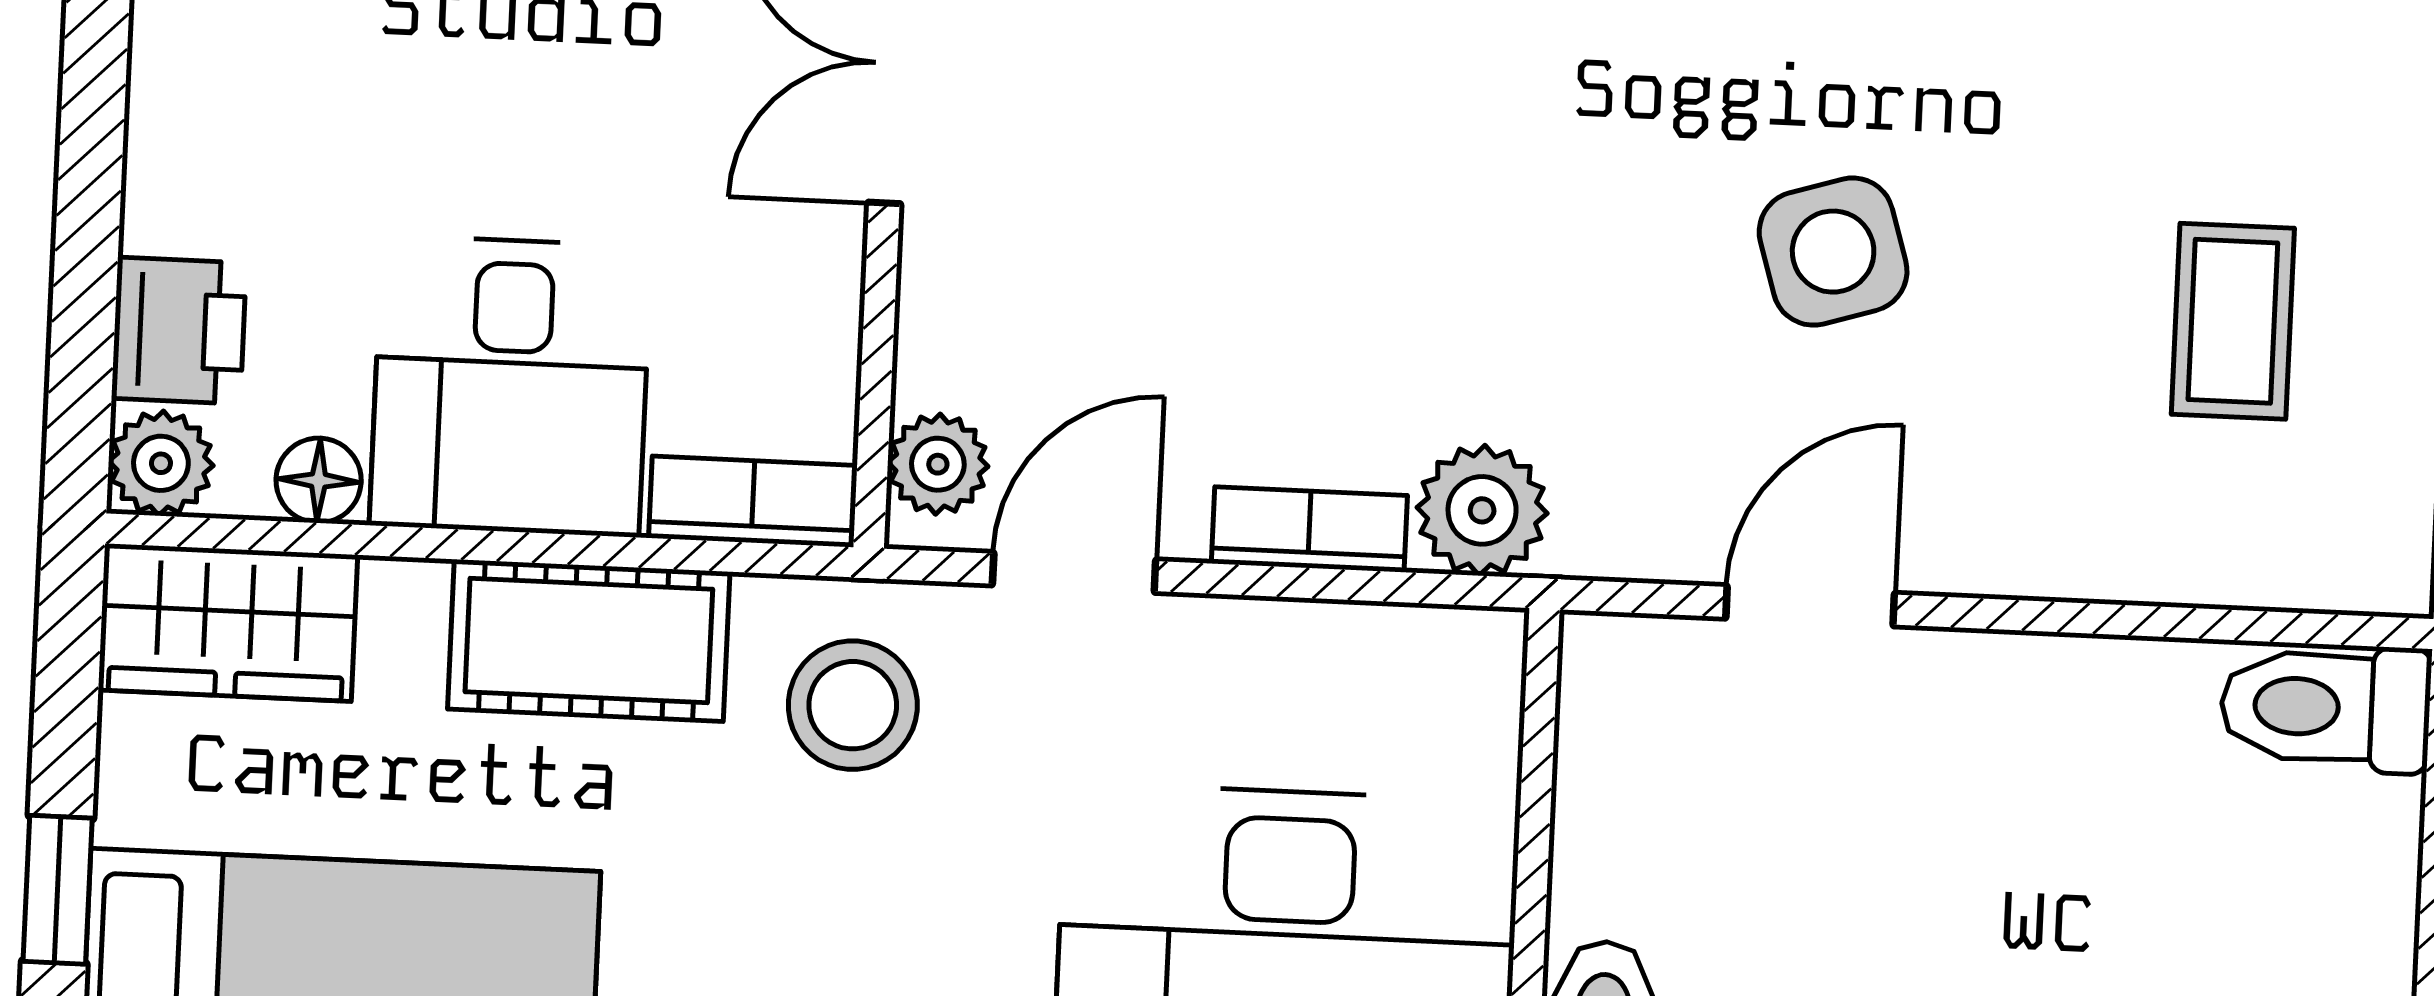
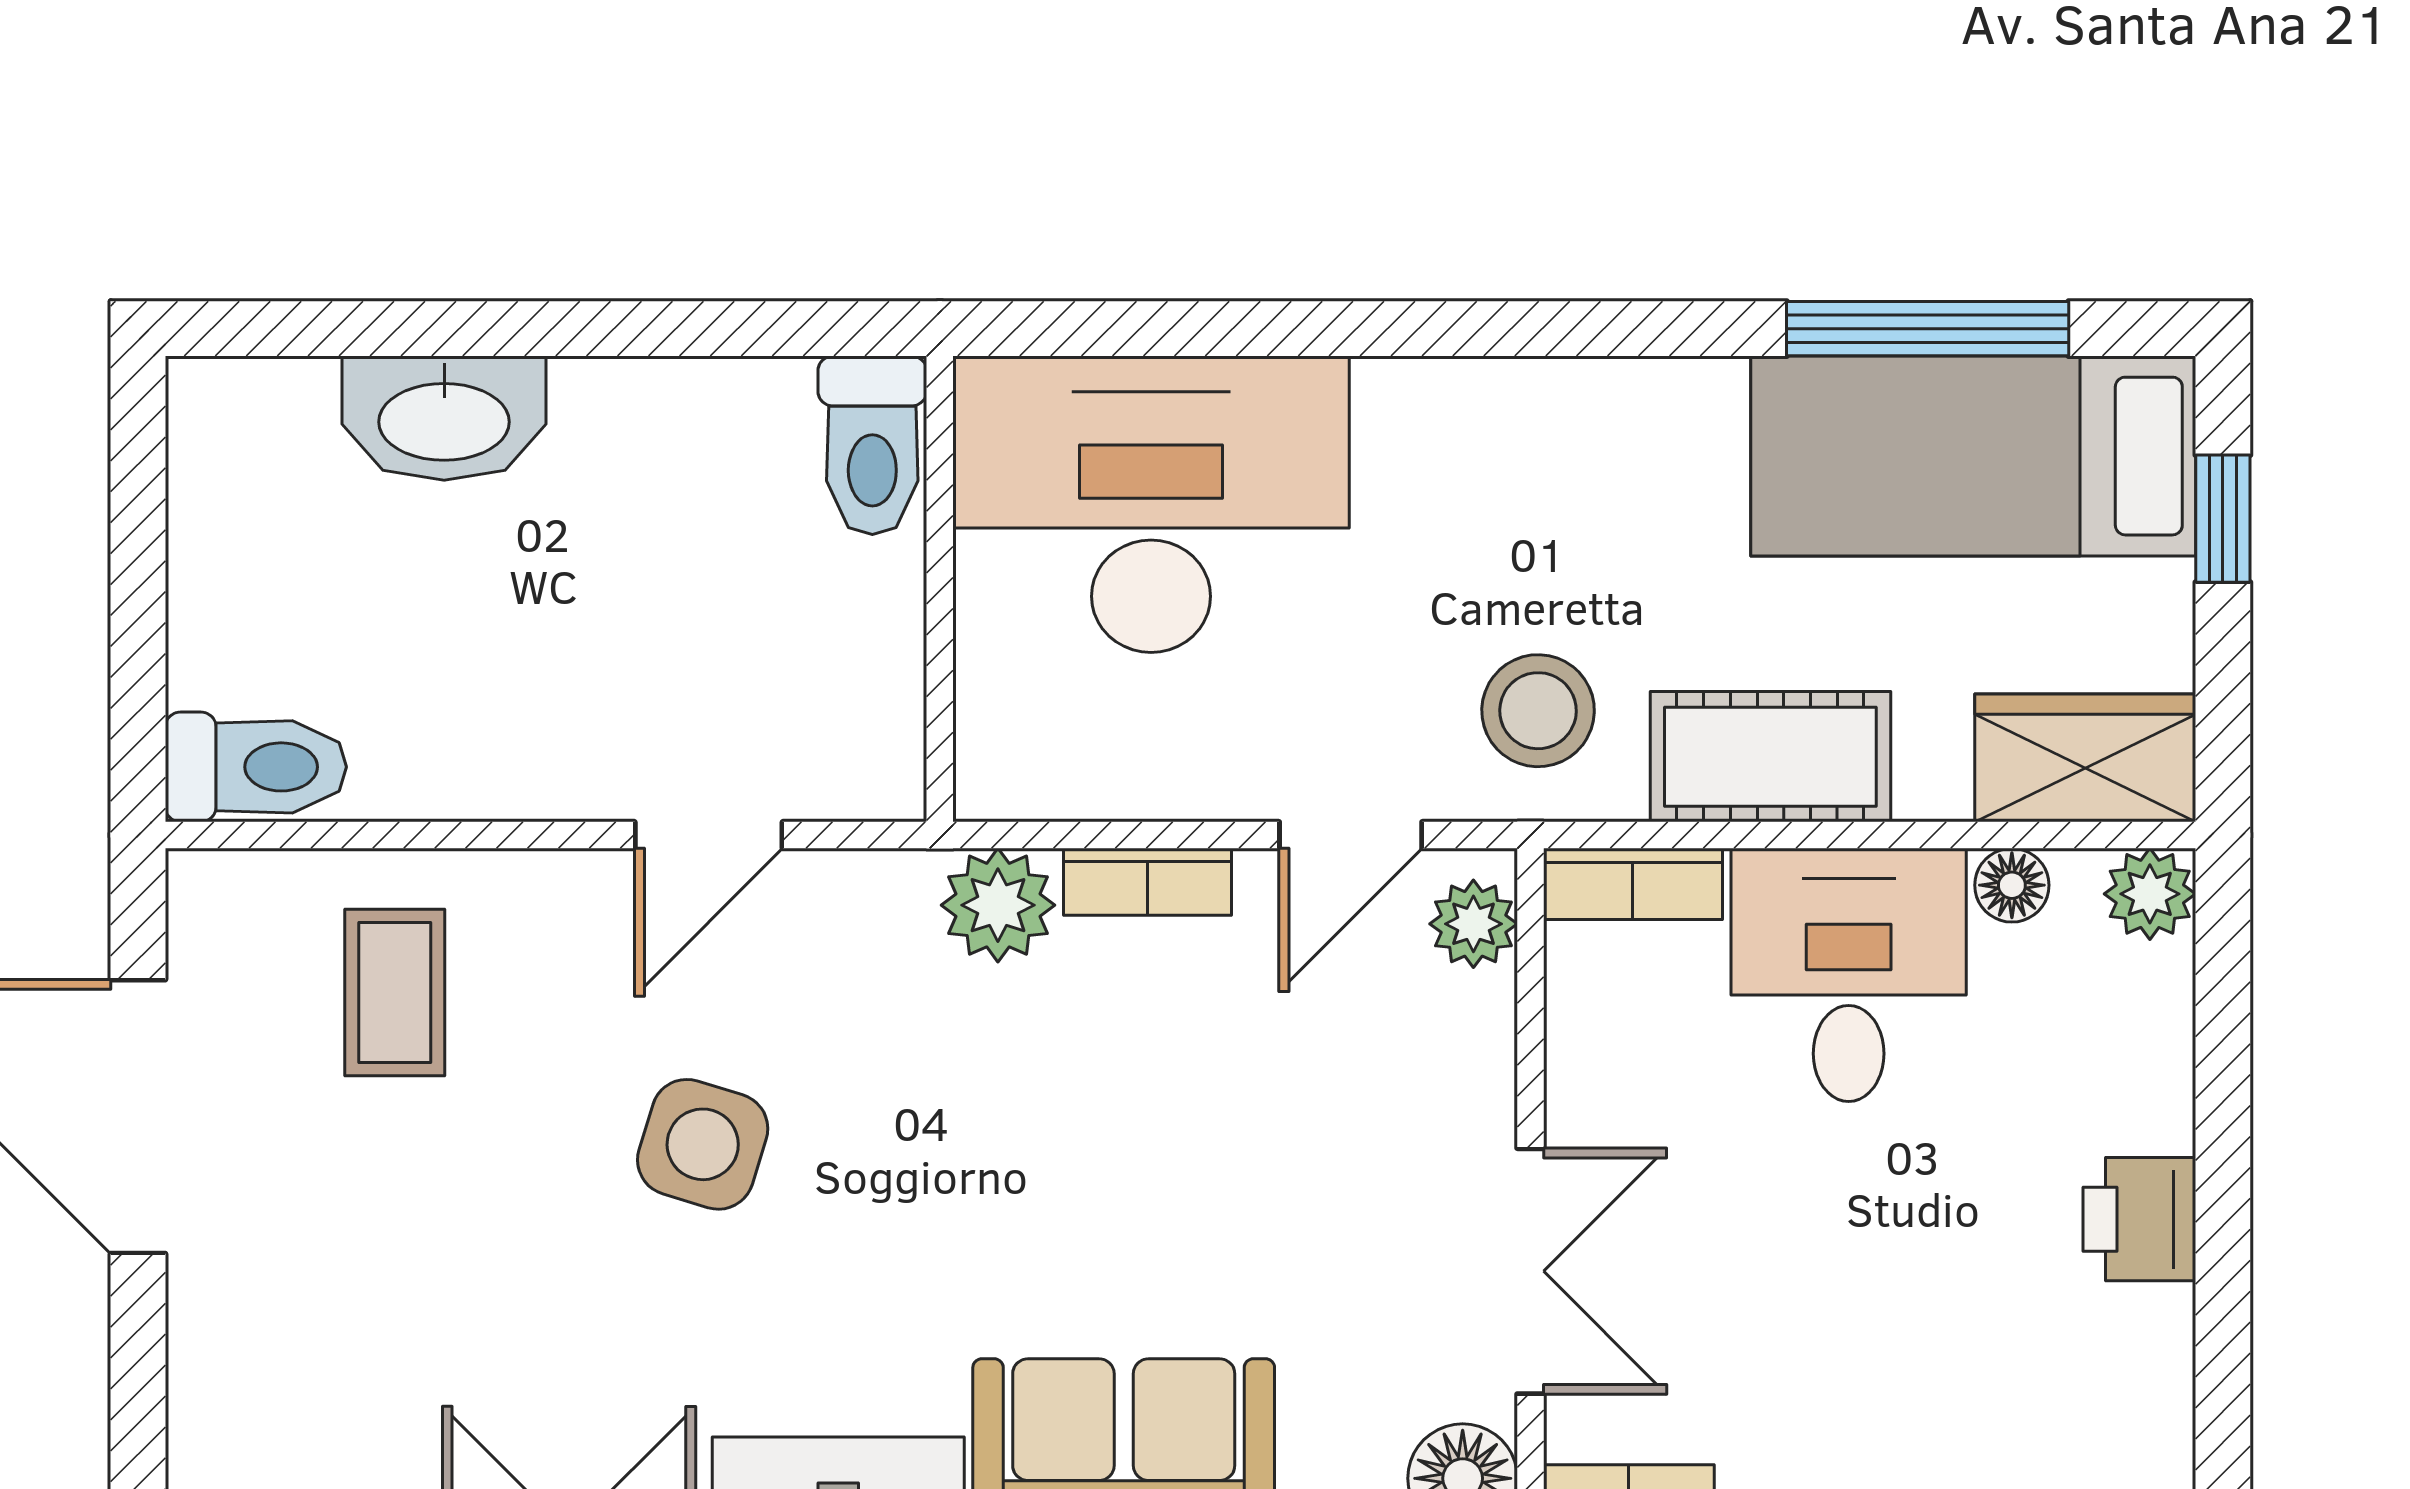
side table: (1833, 252) -> (703, 1144), turned 34
coffee table: (2233, 321) -> (395, 992), moved
printer: (179, 331) -> (2139, 1219), moved

